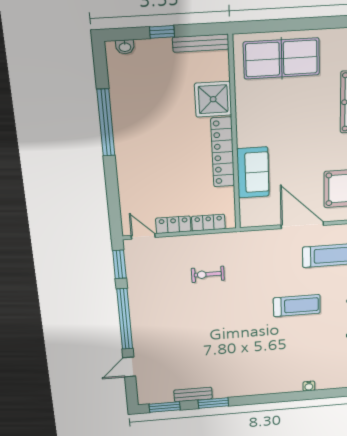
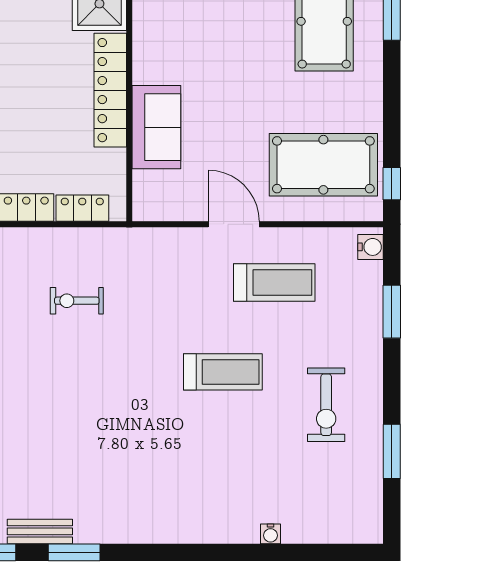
door: (302, 225) -> (234, 224), width x0.73
water cooler: (309, 386) -> (271, 534), moved

